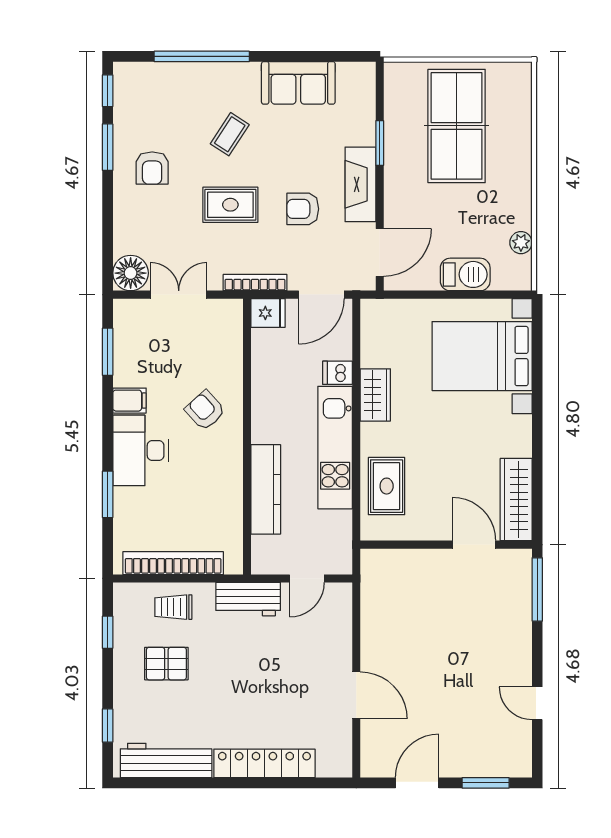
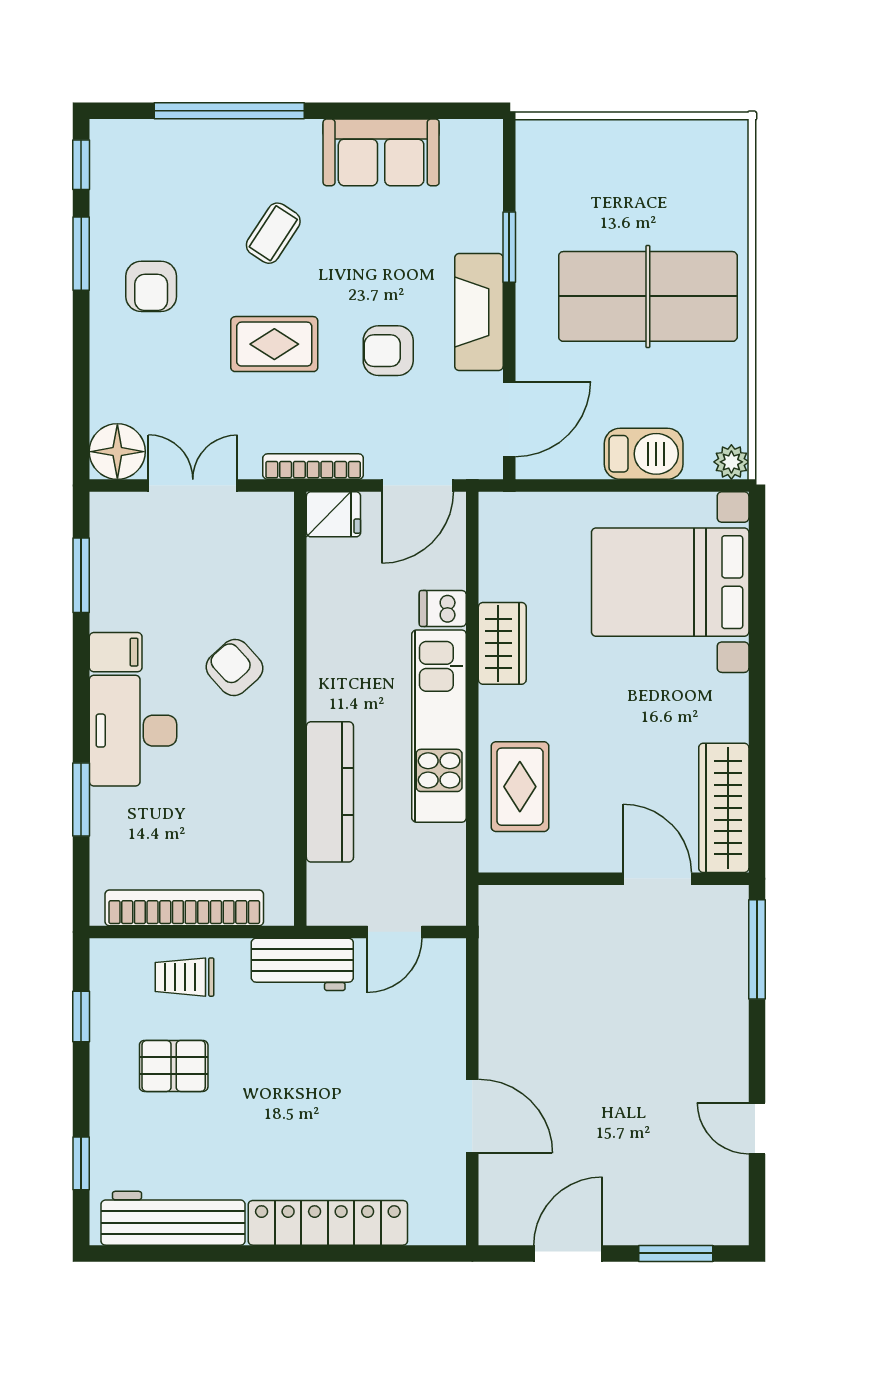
table tennis table: (457, 126) -> (648, 296), moved, turned 90
plant: (521, 243) -> (731, 462), moved

